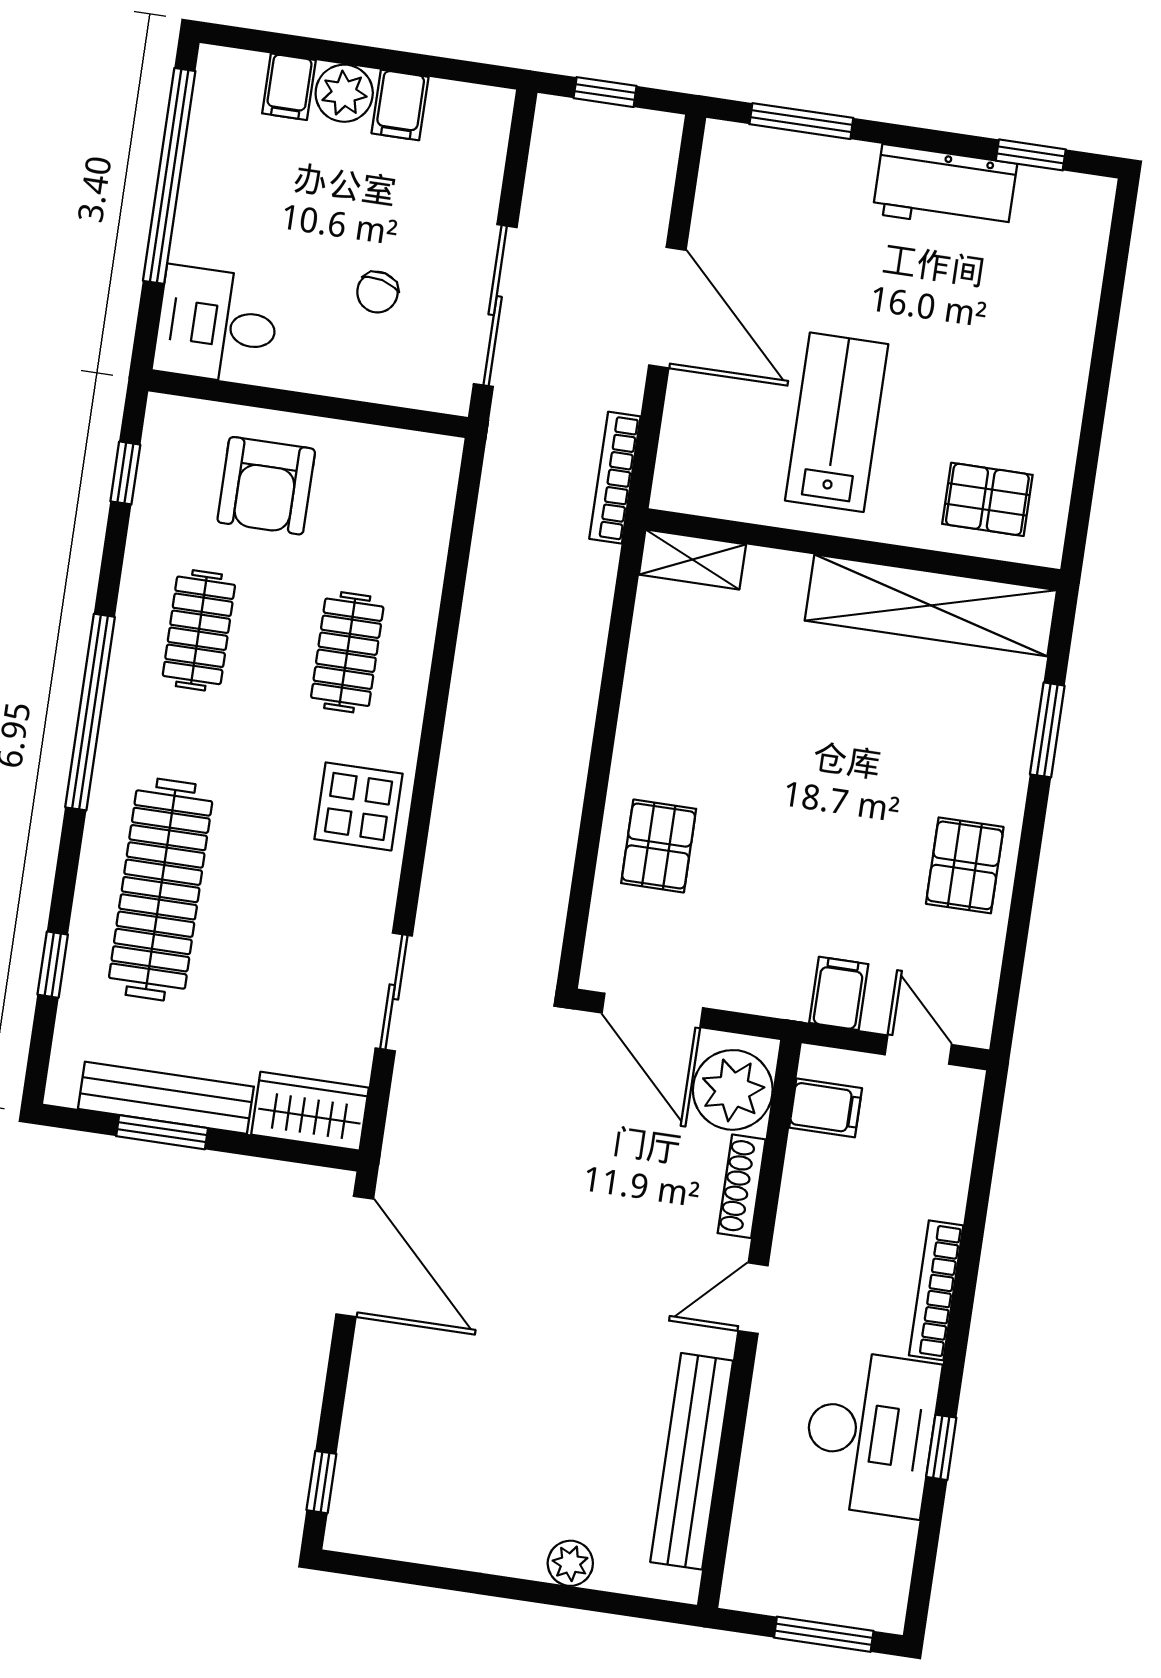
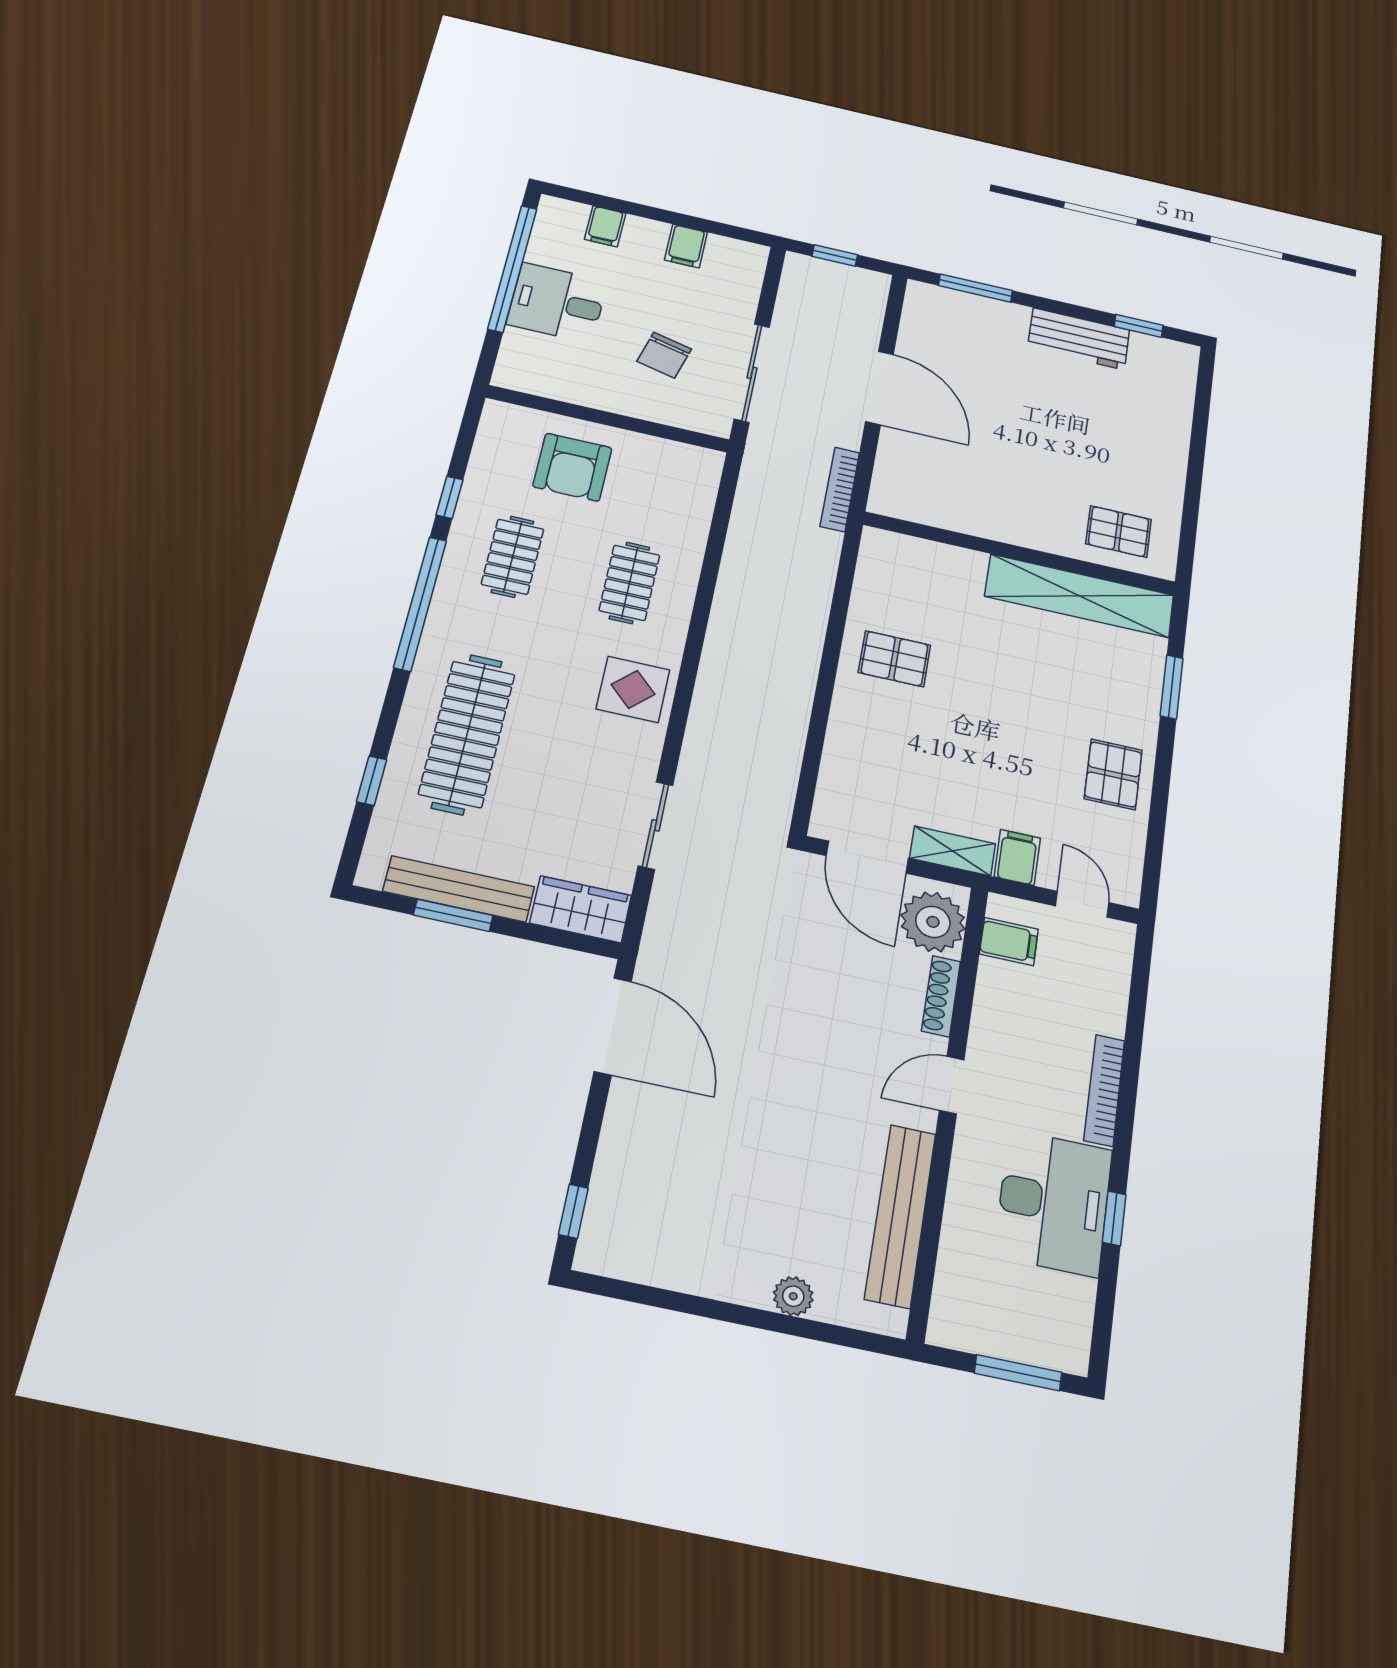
plant: (344, 93) -> (645, 235), removed
chair: (377, 292) -> (664, 355), width x1.37, depth x1.37
desk: (217, 325) -> (557, 303), moved
lab bench: (837, 422) -> (1005, 472), removed
window: (125, 473) -> (450, 497), moved
shelving: (692, 559) -> (952, 851), moved
pallet: (659, 846) -> (894, 659), moved, turned 90

